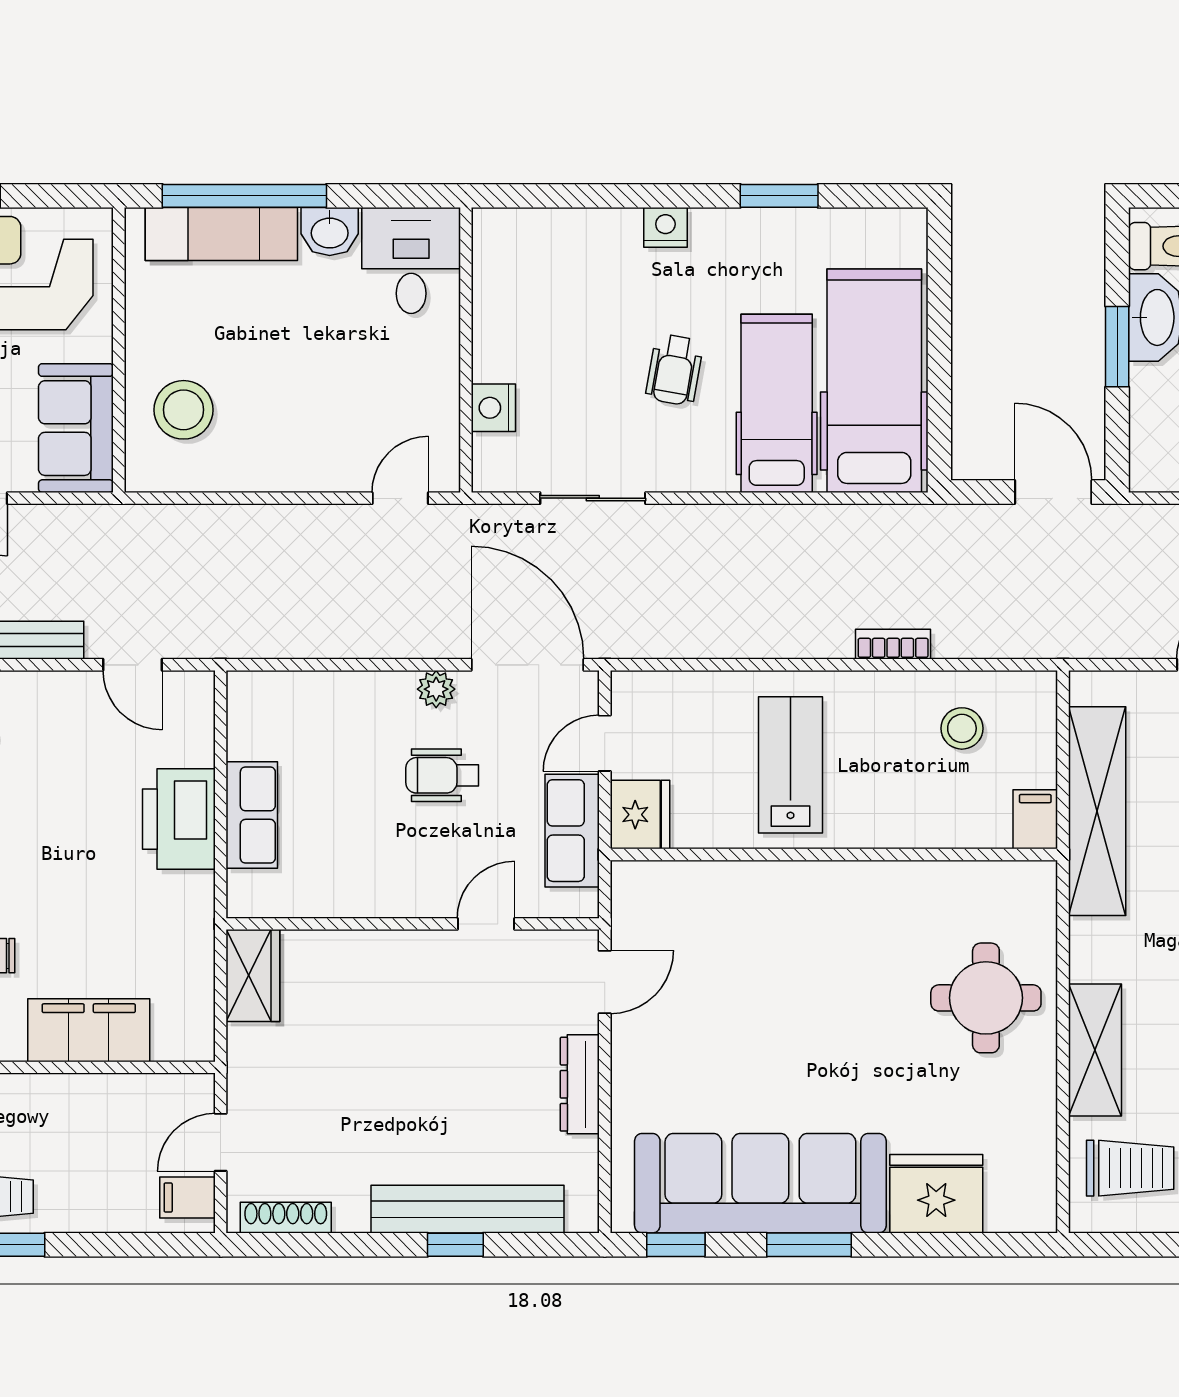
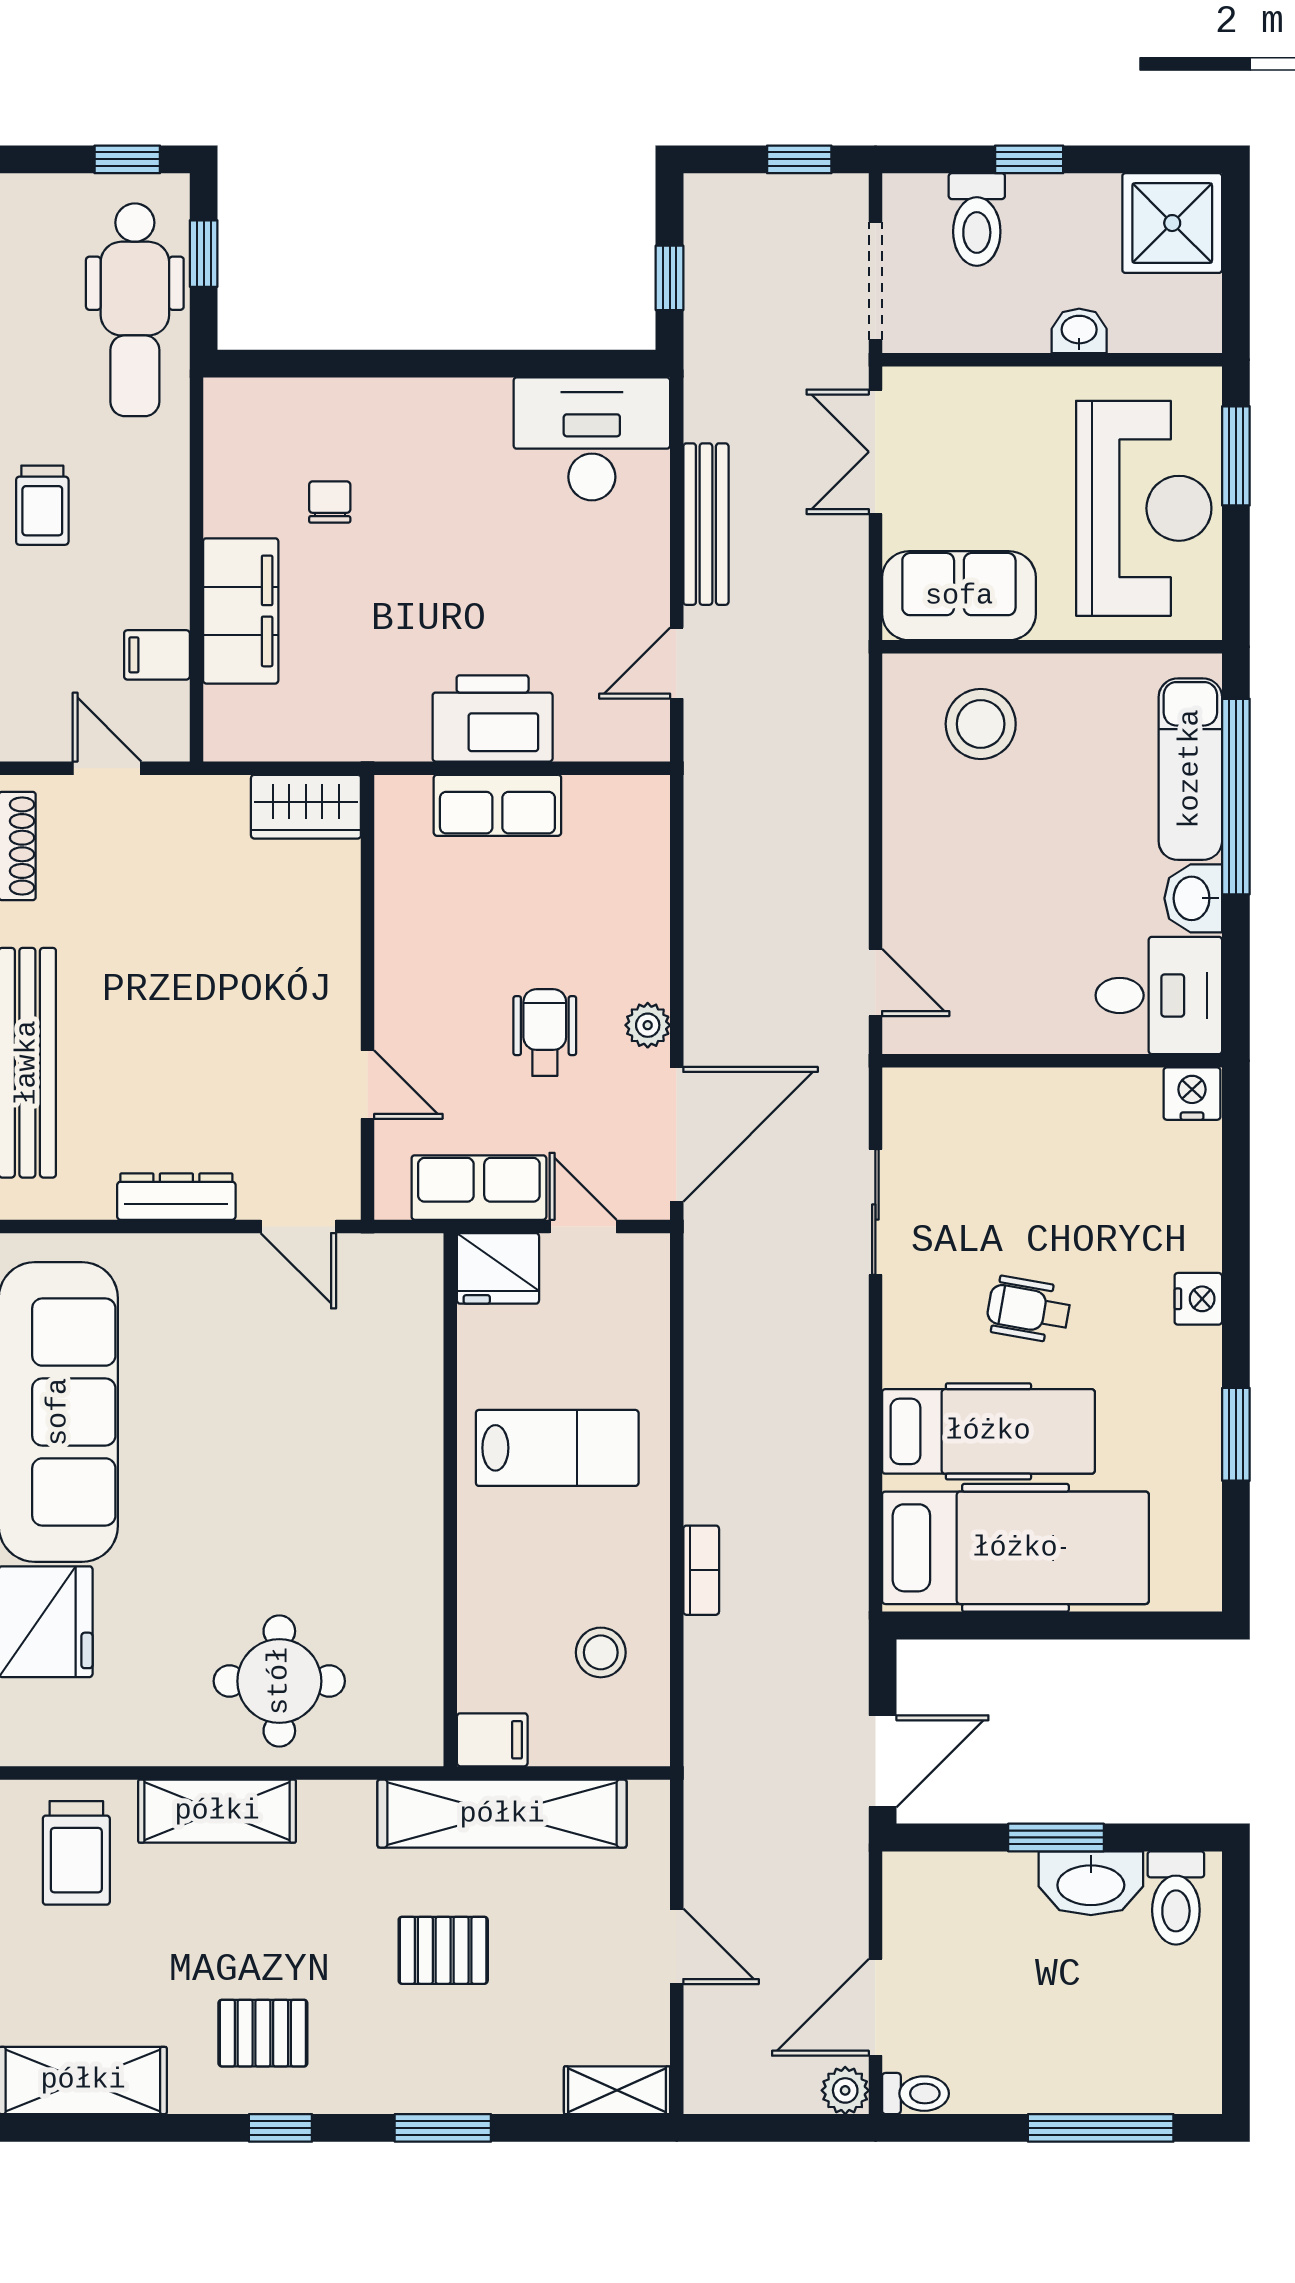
nightstand: (493, 408) -> (1192, 1094), moved
filing cabinet: (187, 1198) -> (157, 655), moved, turned -90

